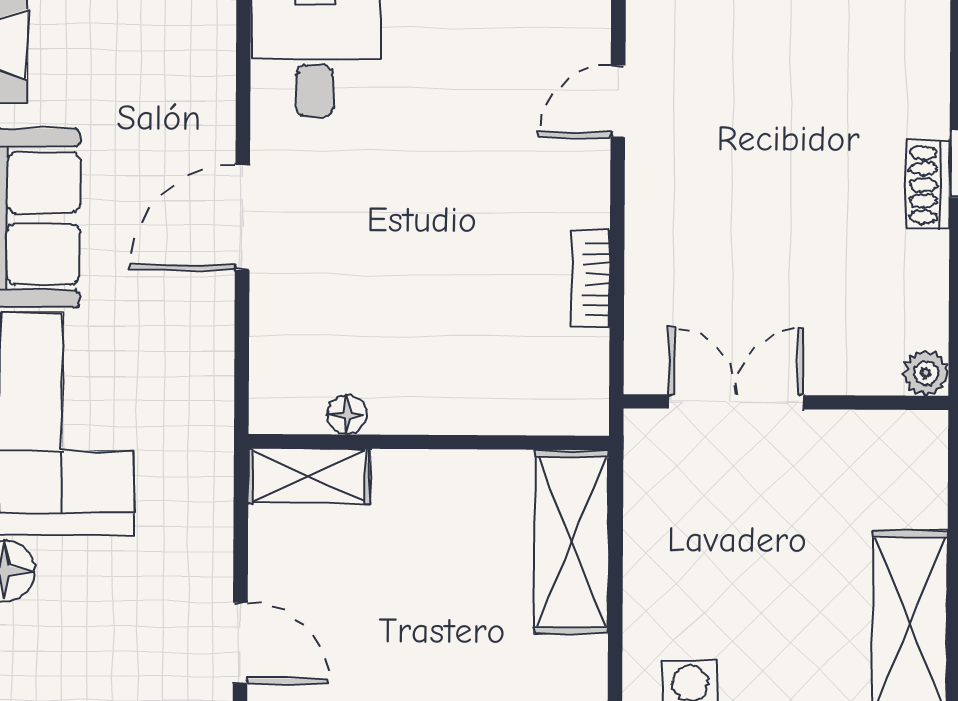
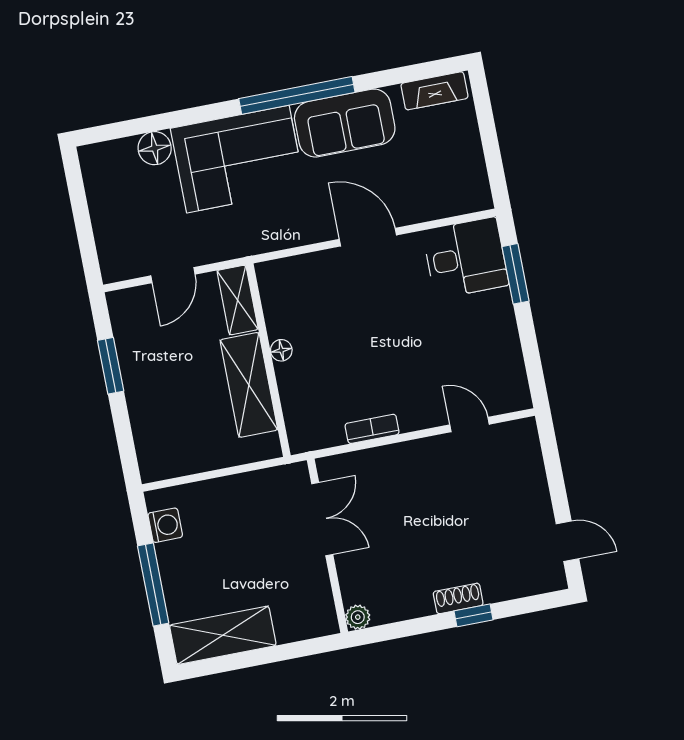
floor lamp: (347, 415) -> (281, 350), moved
shelving: (572, 542) -> (249, 385), moved, turned 90
door: (240, 643) -> (173, 275), moved

